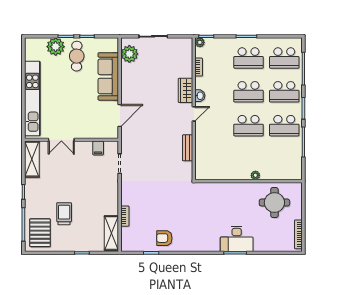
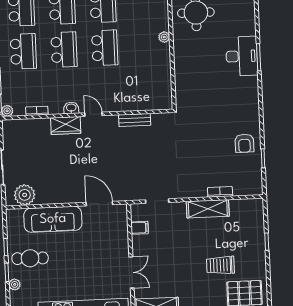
plant: (56, 47) -> (15, 284), width x0.53, depth x0.53
shelving: (111, 233) -> (208, 209), moved

